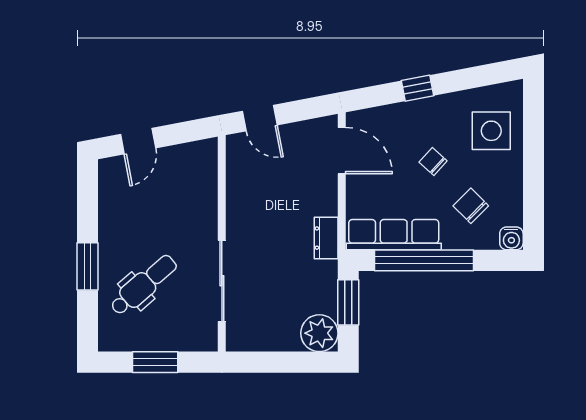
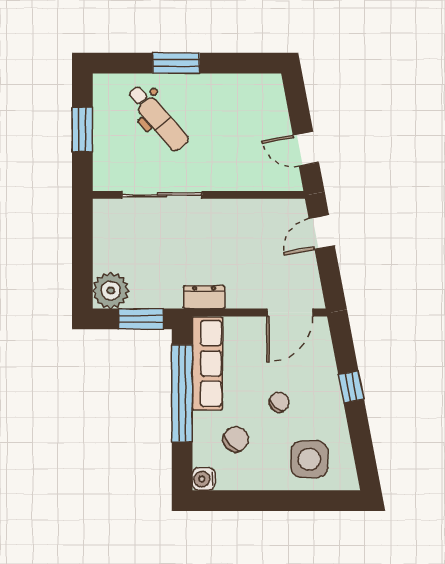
door: (138, 141) -> (306, 149), moved

